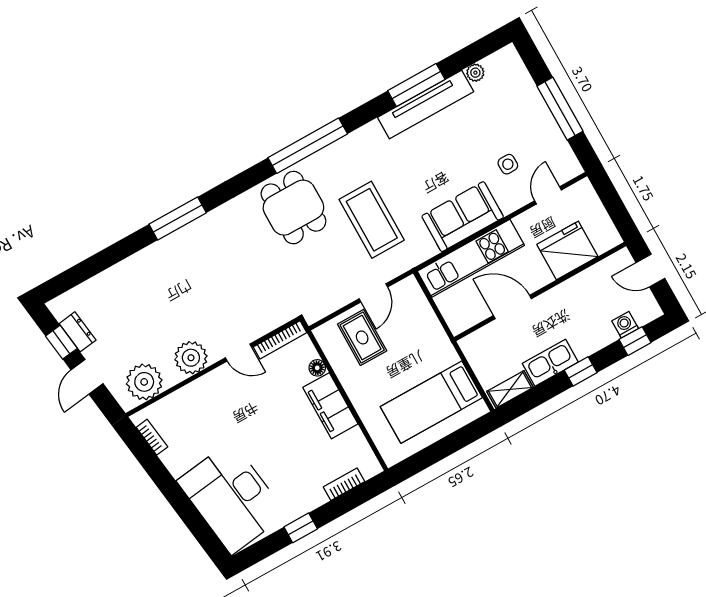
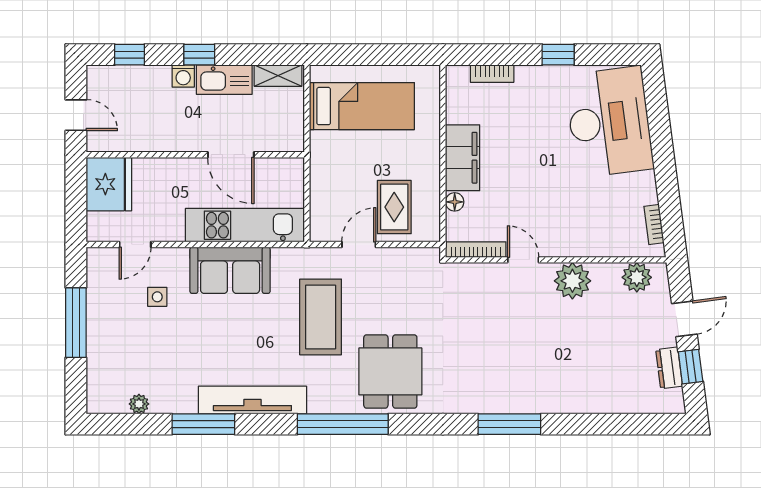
tv unit: (426, 105) -> (252, 400), moved
fridge: (567, 250) -> (109, 184), moved, turned -90
washing machine: (625, 325) -> (183, 76), moved
plant: (144, 382) -> (637, 277), width x0.73, depth x0.73

